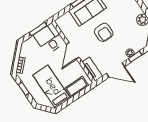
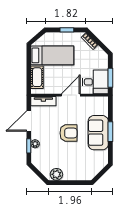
armchair: (104, 32) -> (69, 133), turned 180
door: (73, 51) -> (71, 95), hinge flipped

